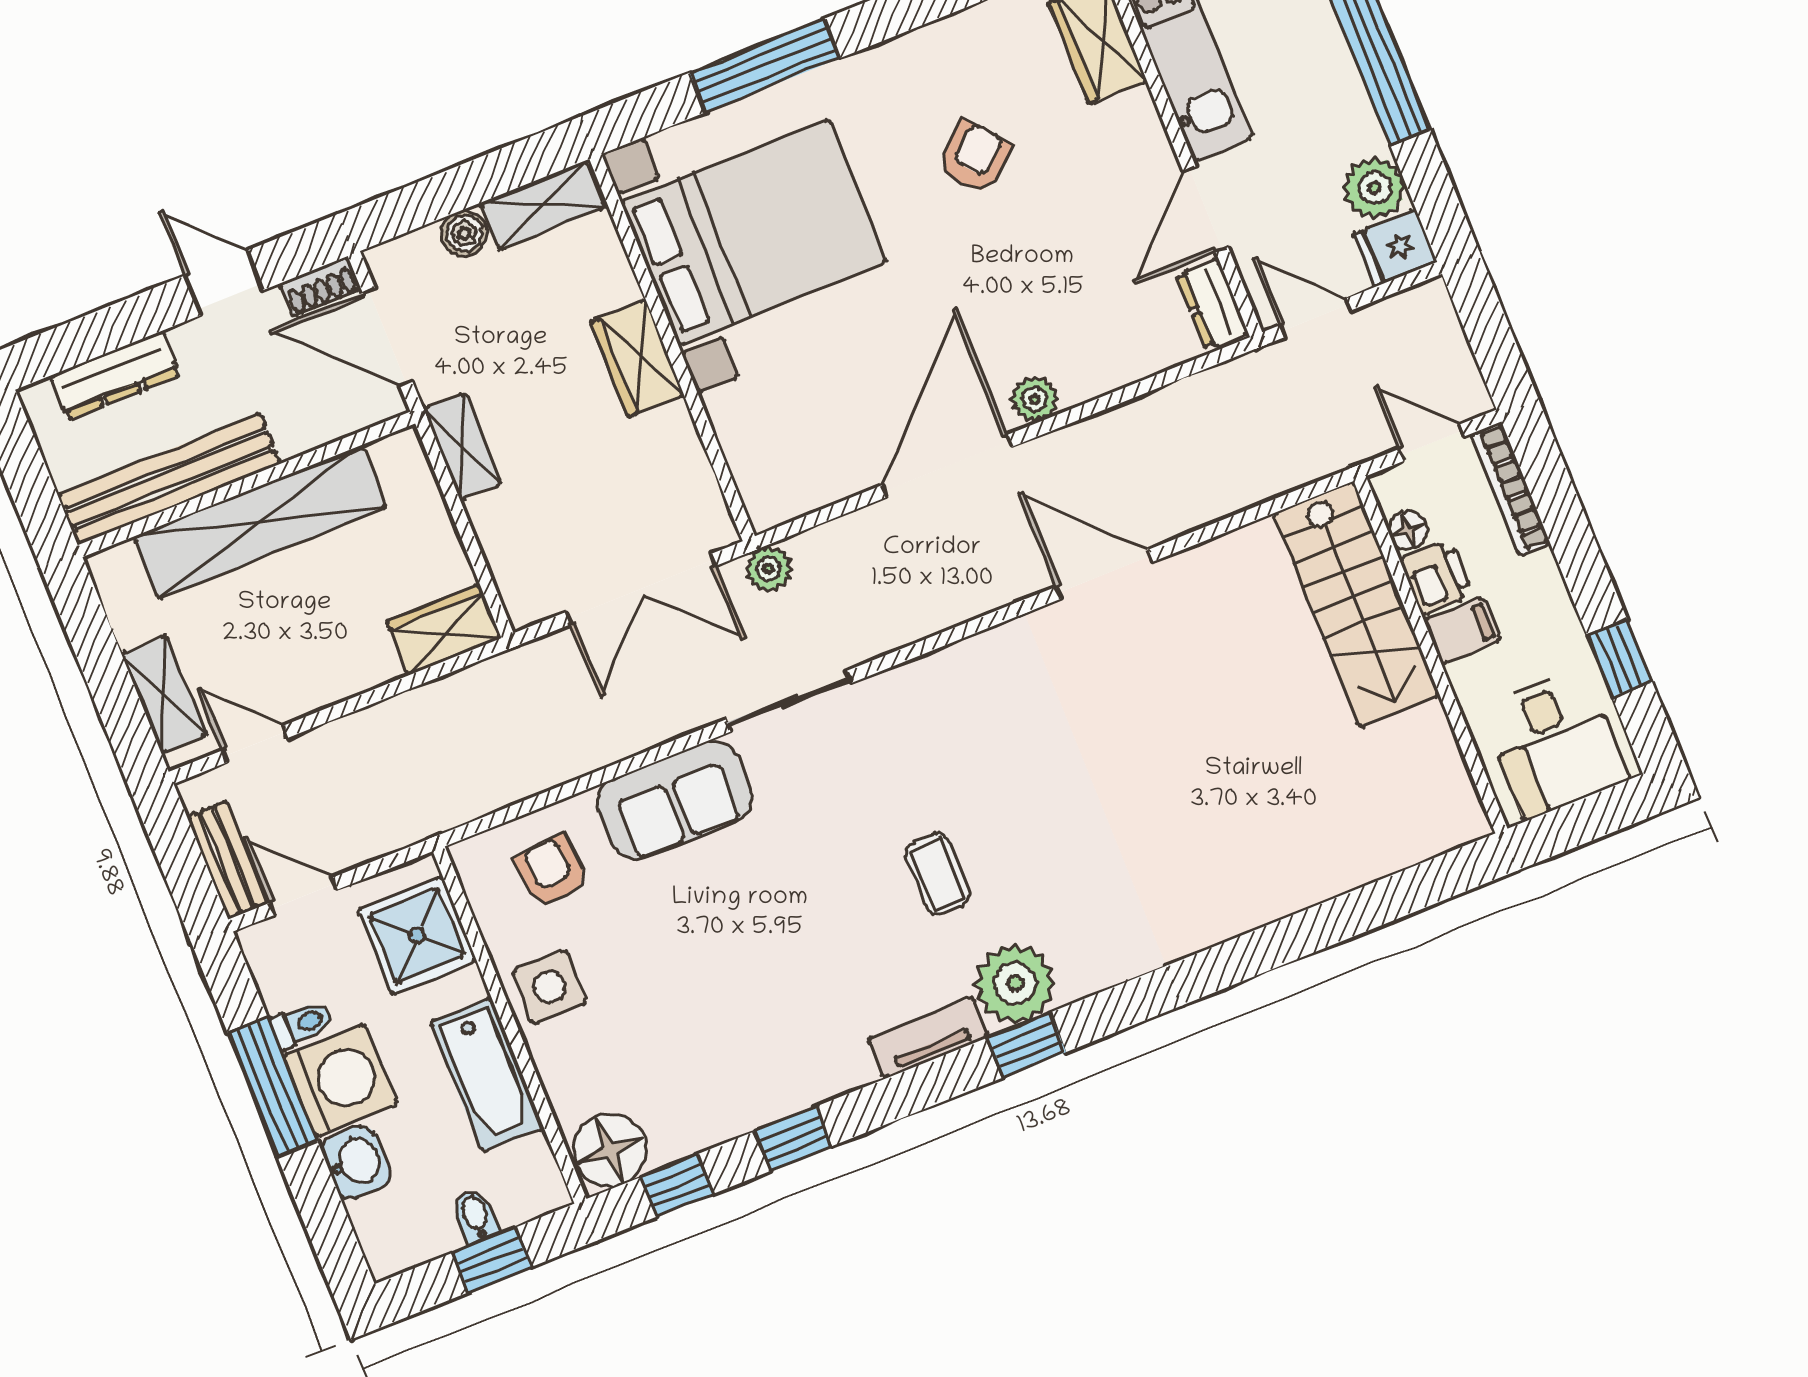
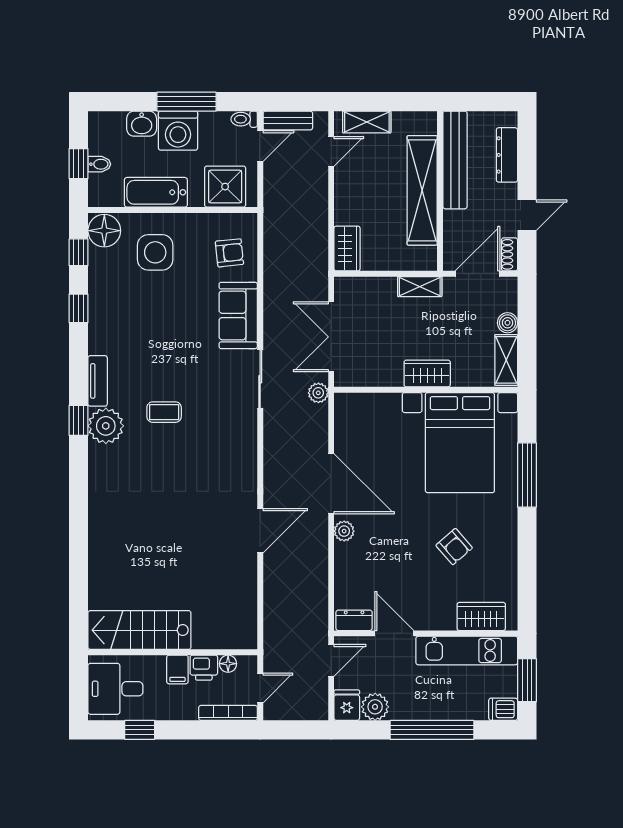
stairs: (1356, 604) -> (139, 630), moved
side table: (550, 987) -> (155, 252), moved, width x1.37, depth x1.37
toilet: (302, 1024) -> (244, 119), moved, turned 90

